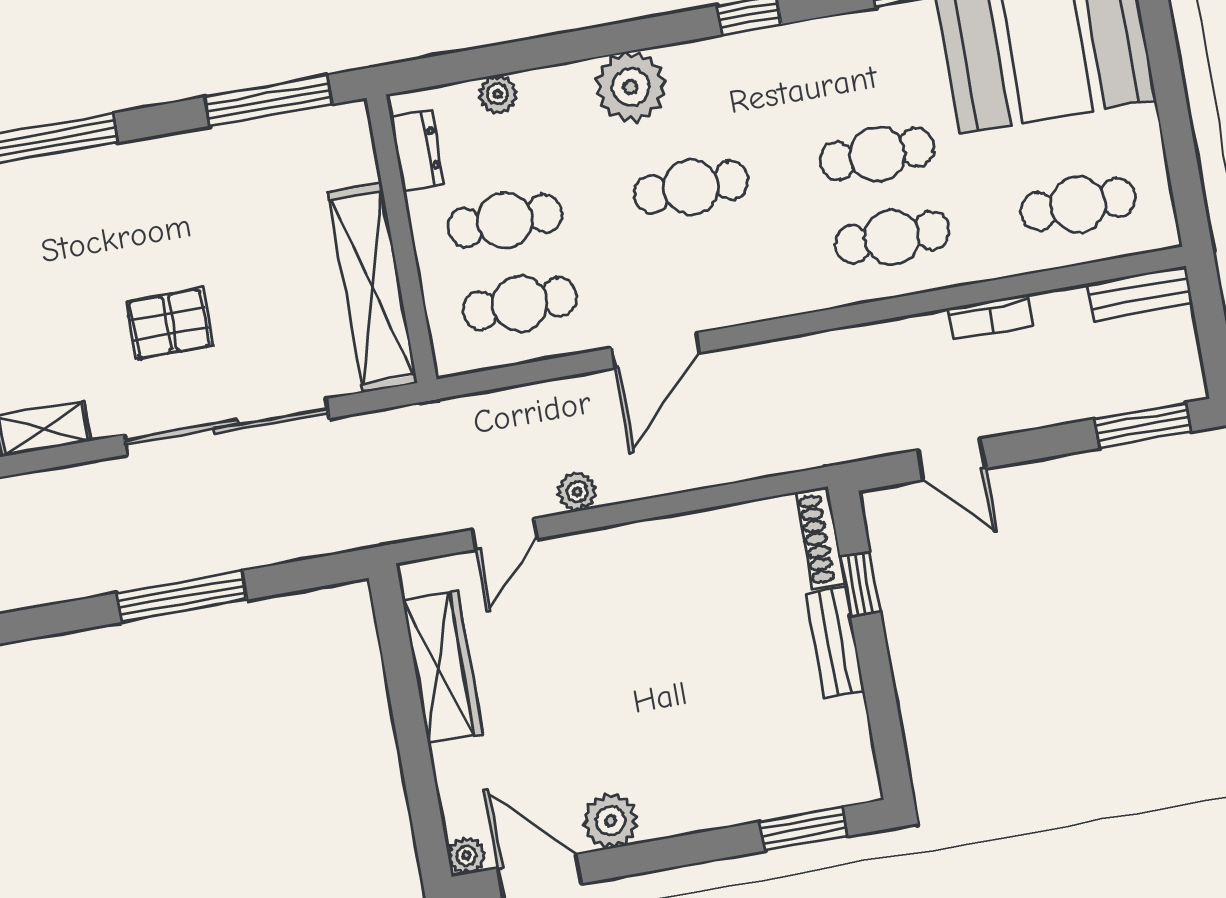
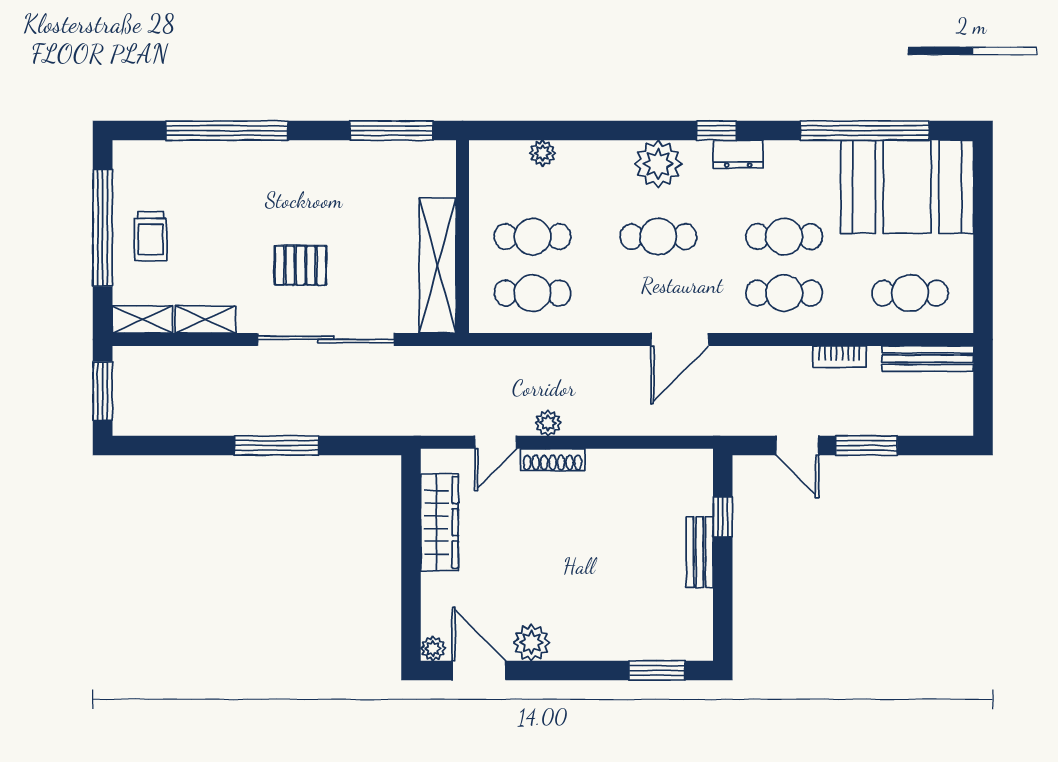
plant: (631, 87) -> (658, 164), moved
dresser: (417, 151) -> (738, 154), moved, turned 90
bench: (1140, 293) -> (928, 359), width x1.36
door: (655, 350) -> (680, 339), moved
window: (1143, 425) -> (866, 445), moved
shoe rack: (821, 538) -> (553, 460), moved, turned -90

